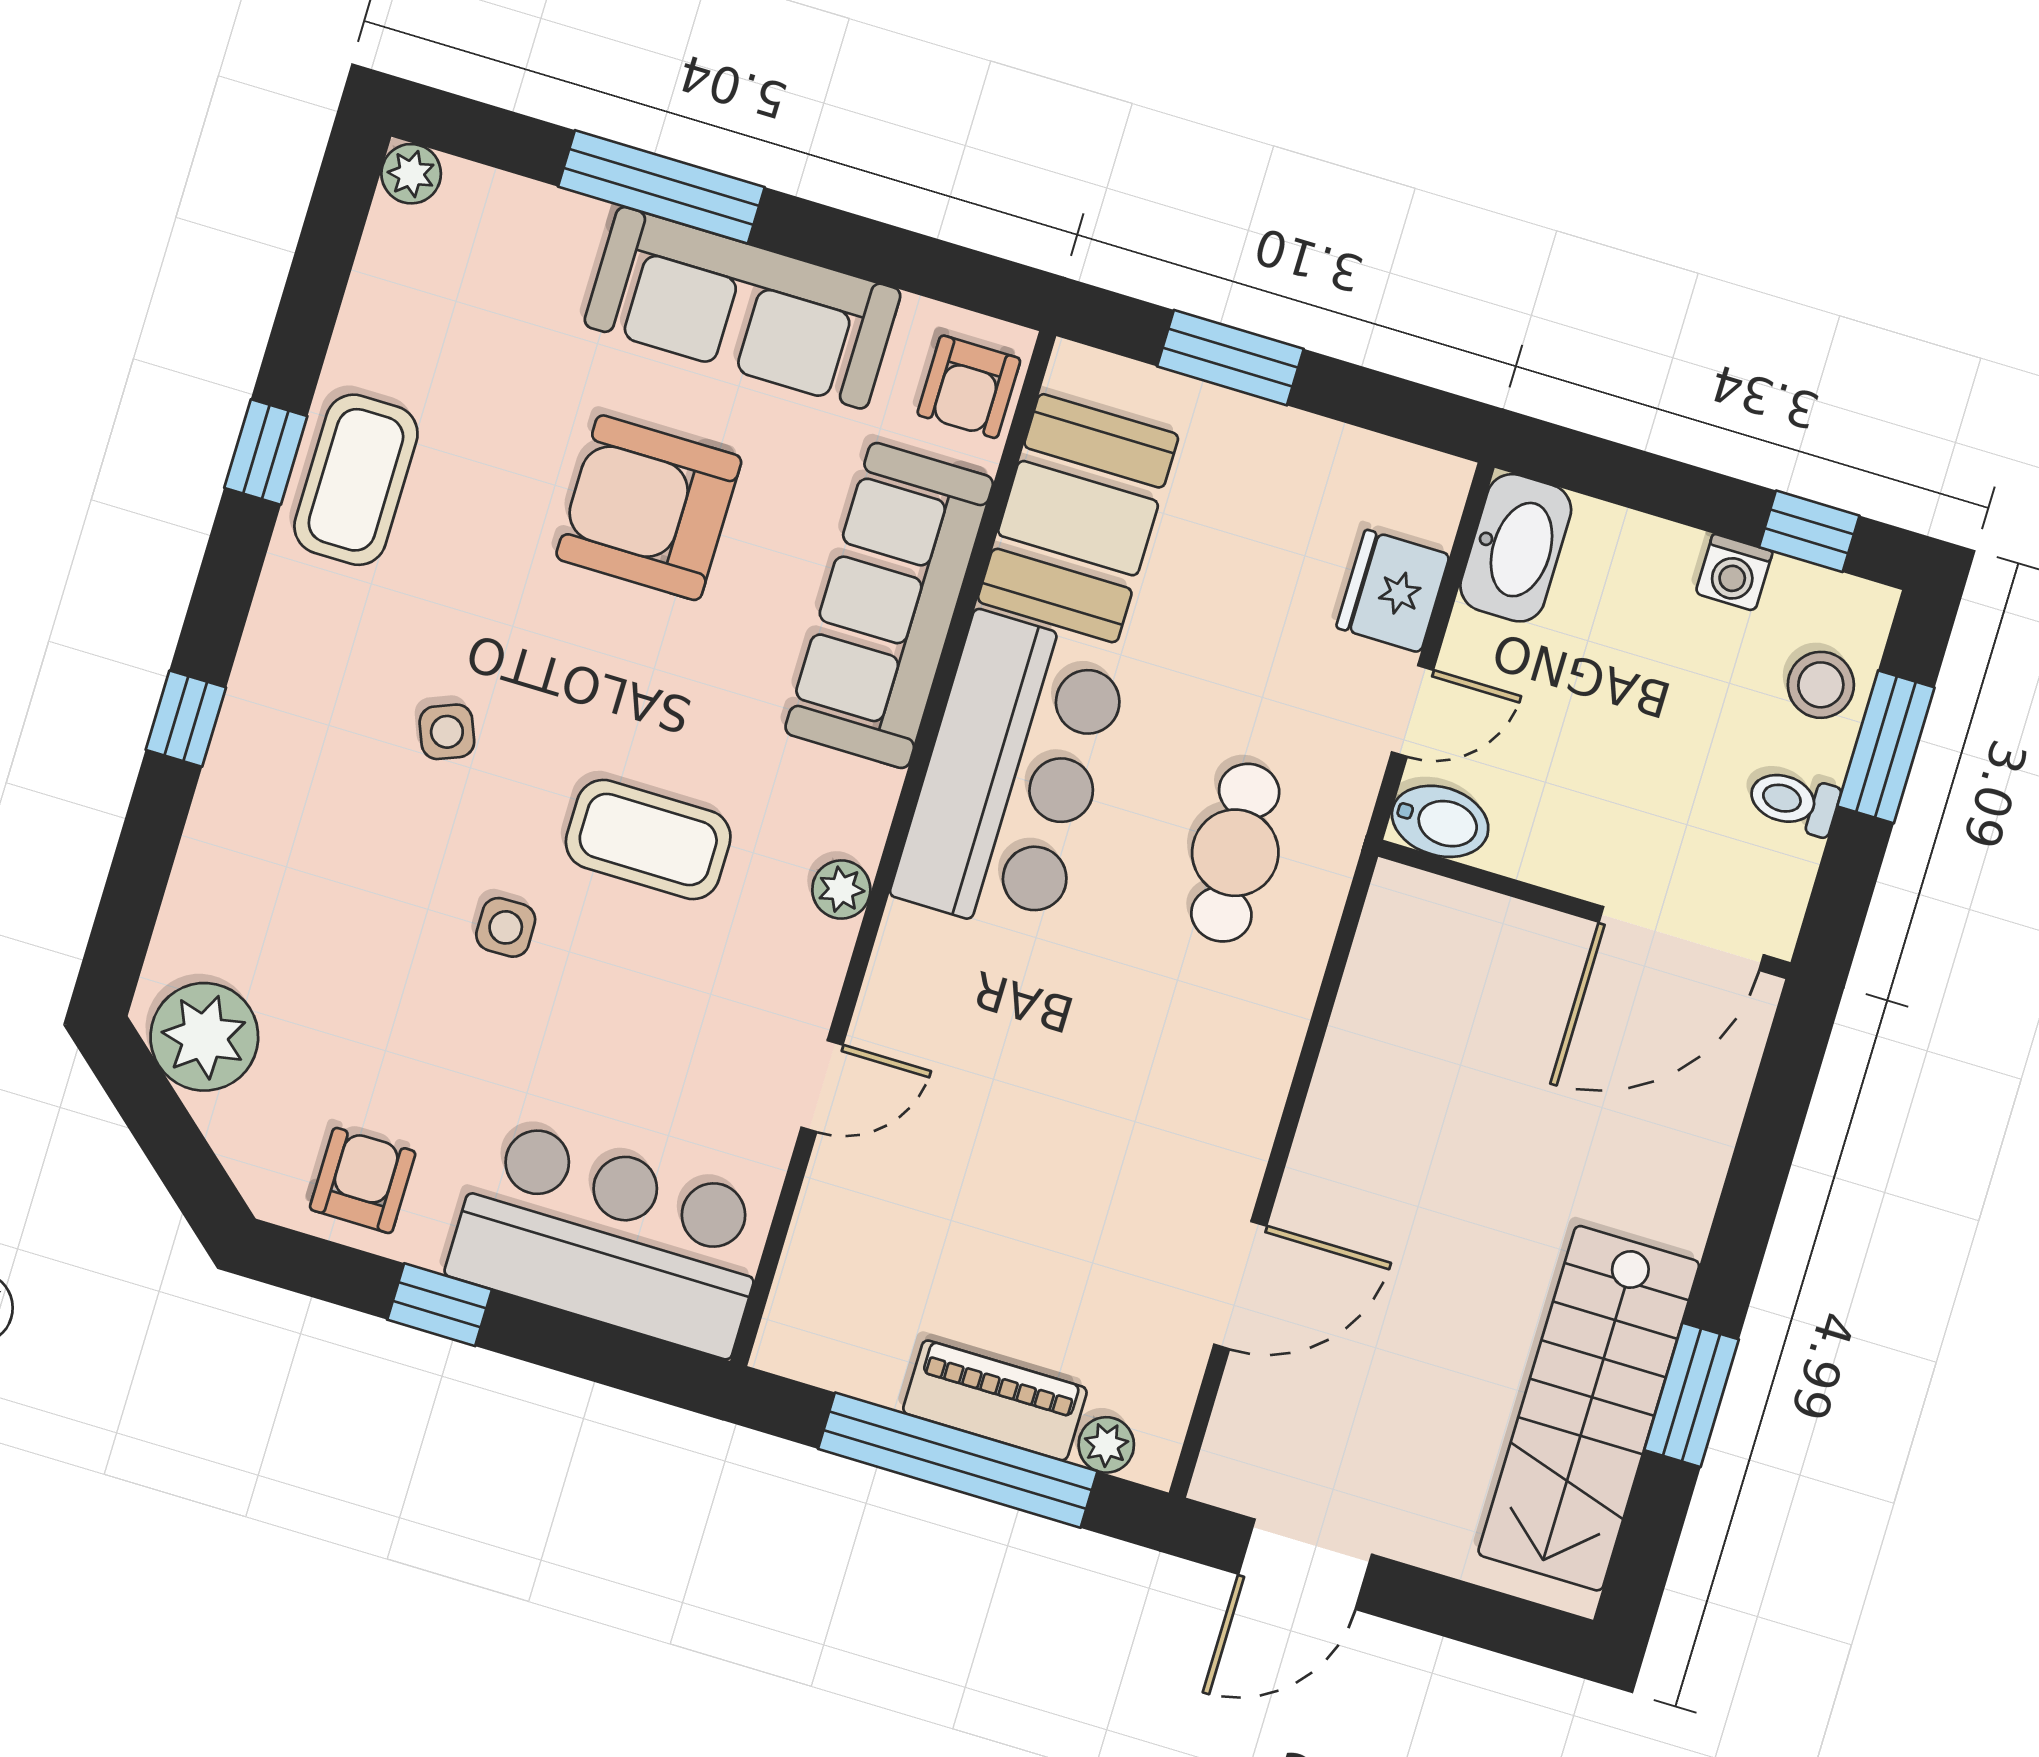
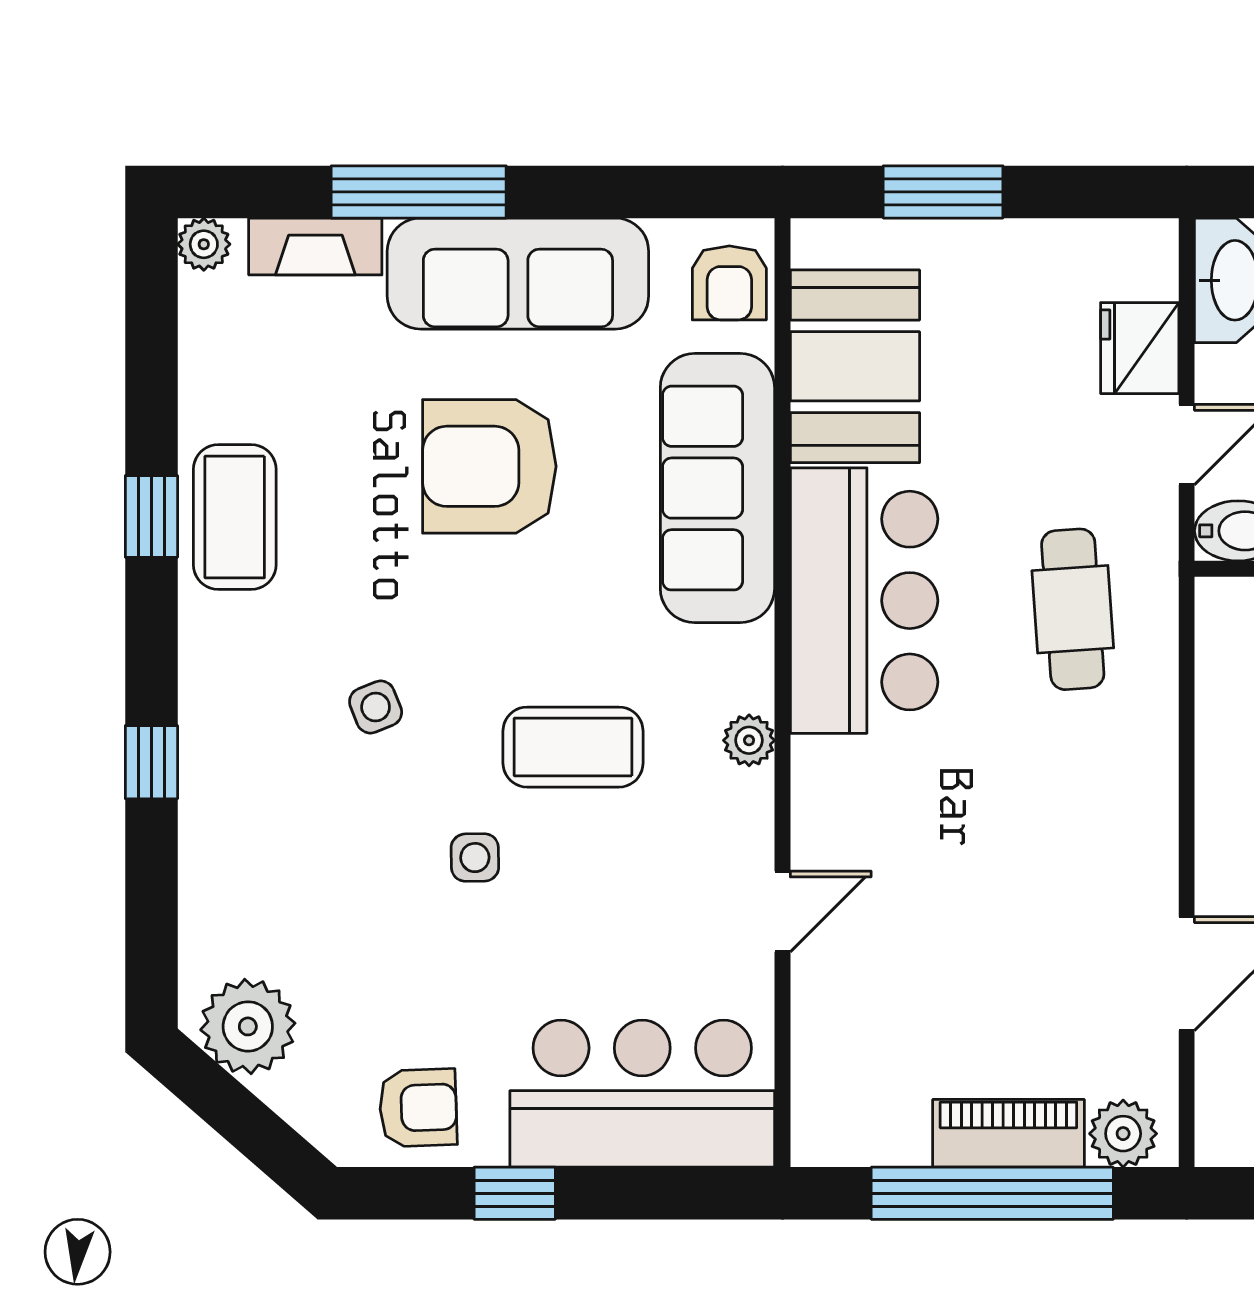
fireplace: (532, 212) -> (315, 246), added
armchair: (363, 1180) -> (418, 1108), turned 88
plant: (1106, 1445) -> (1123, 1134), width x1.38, depth x1.38

